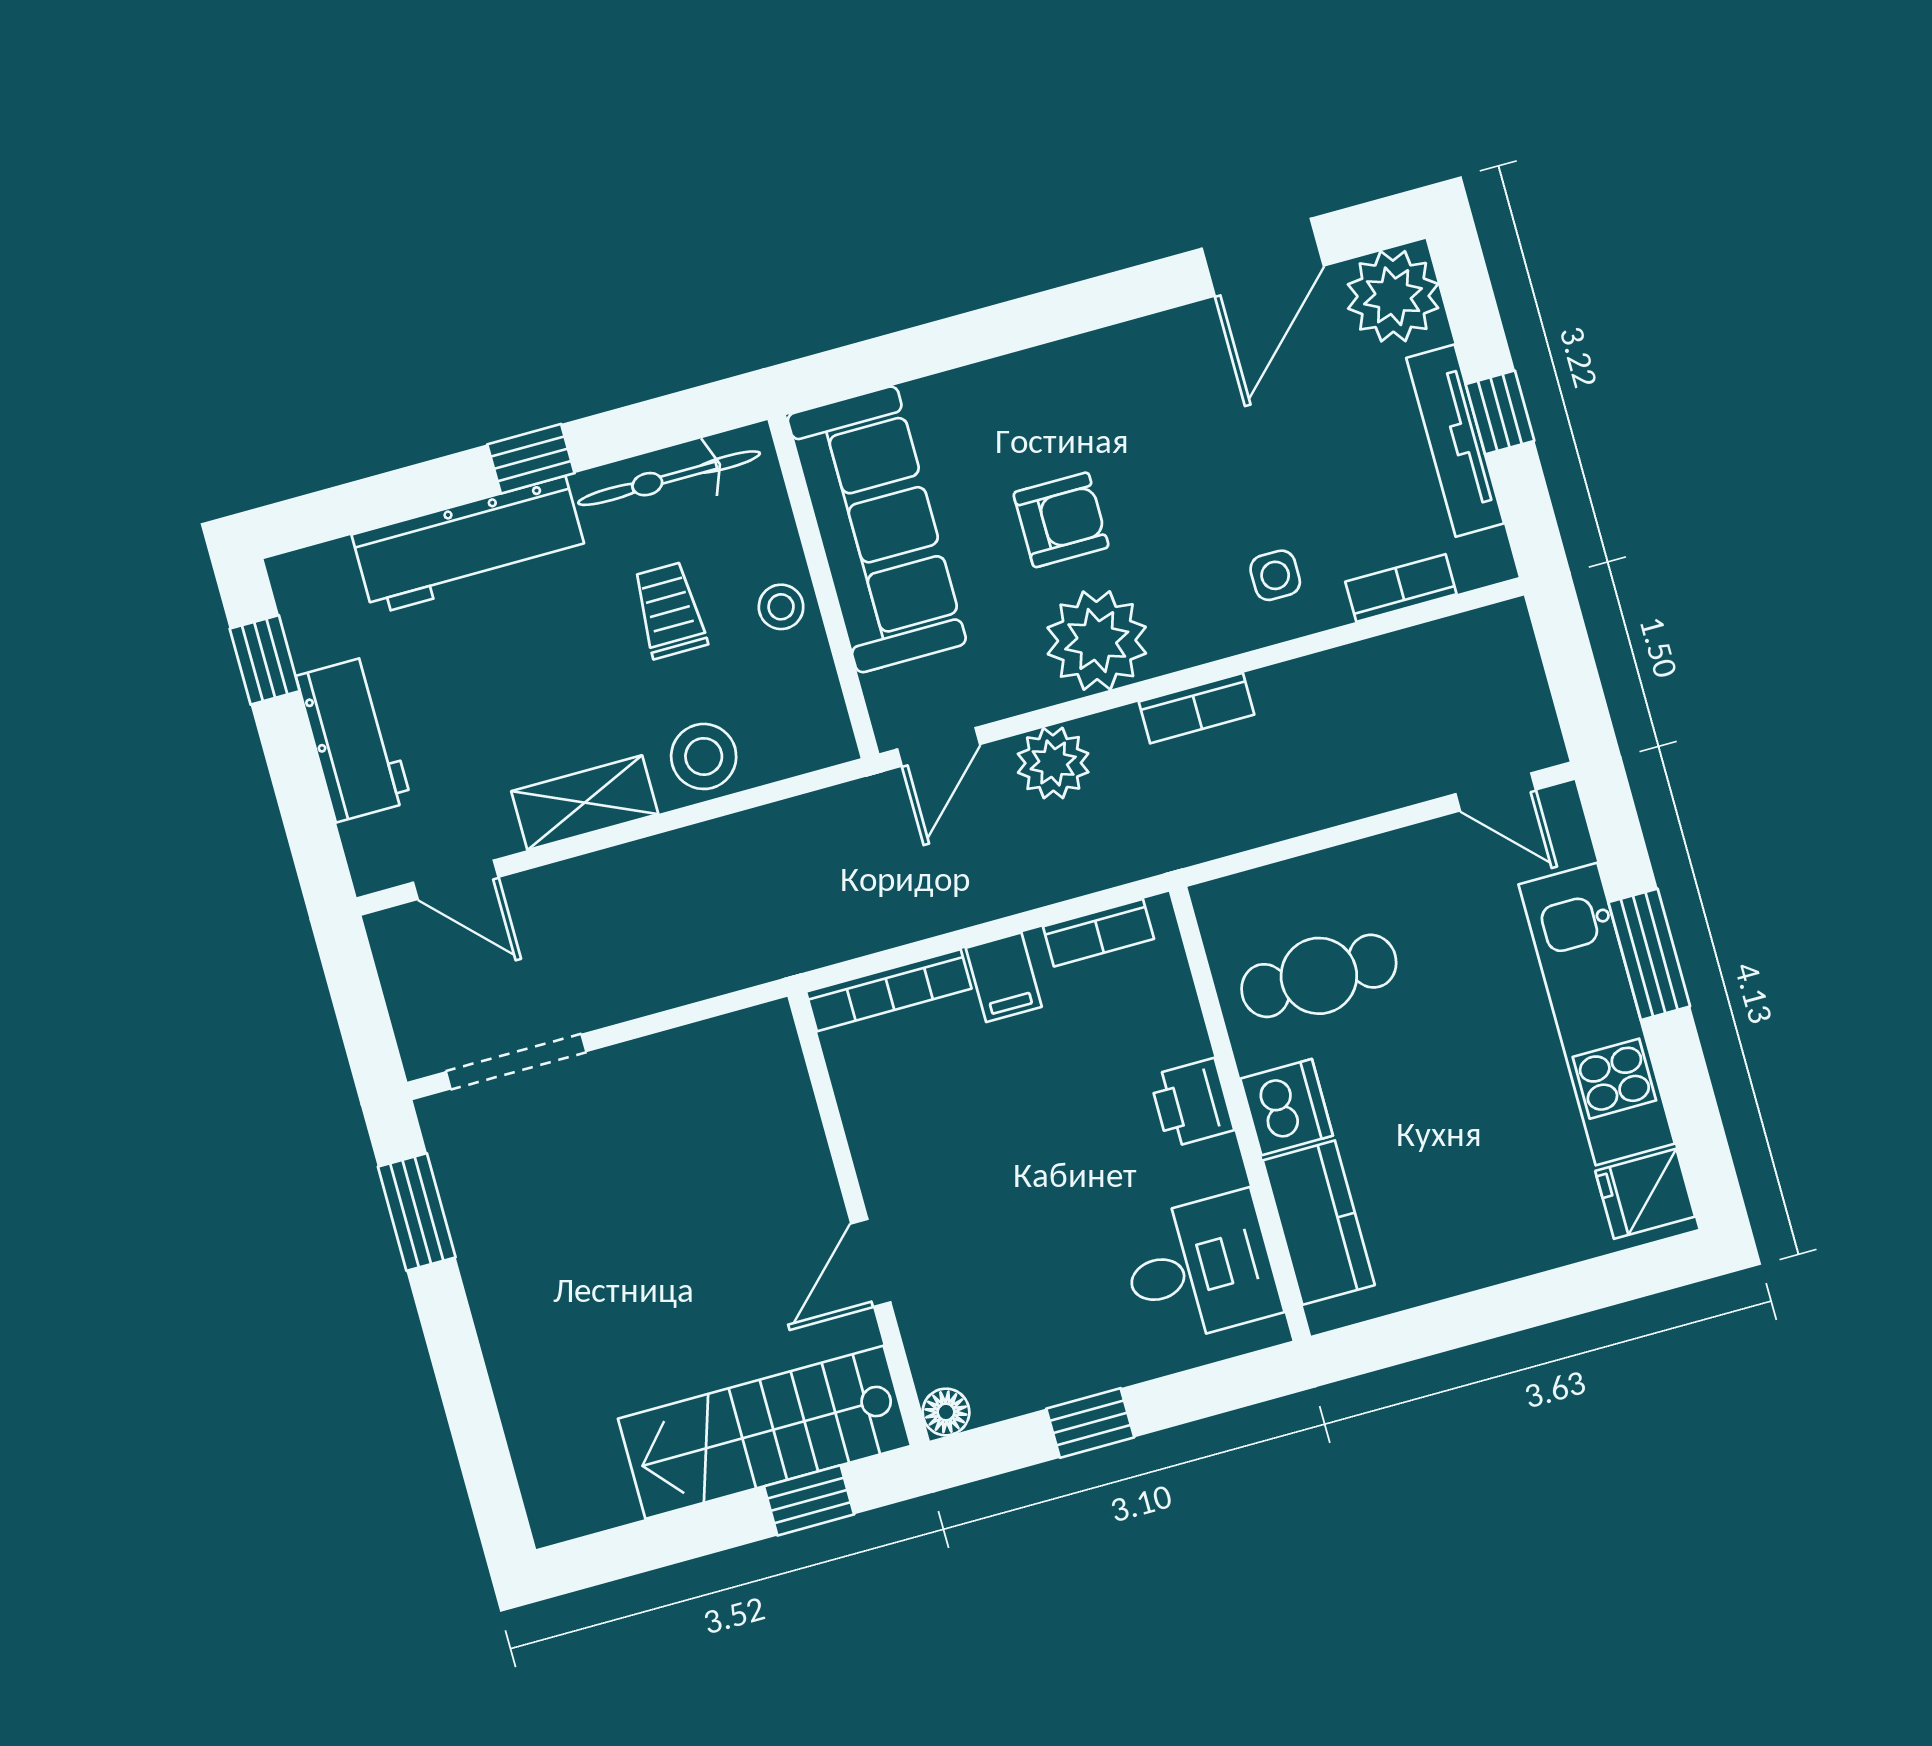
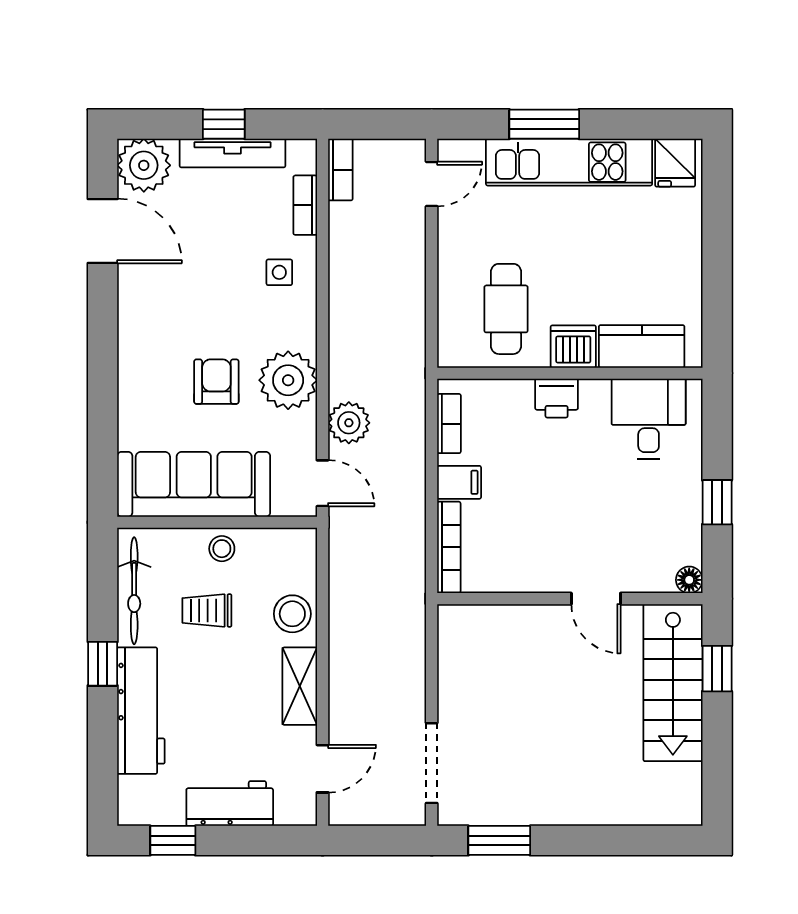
bookcase: (1196, 708) -> (340, 170), moved

